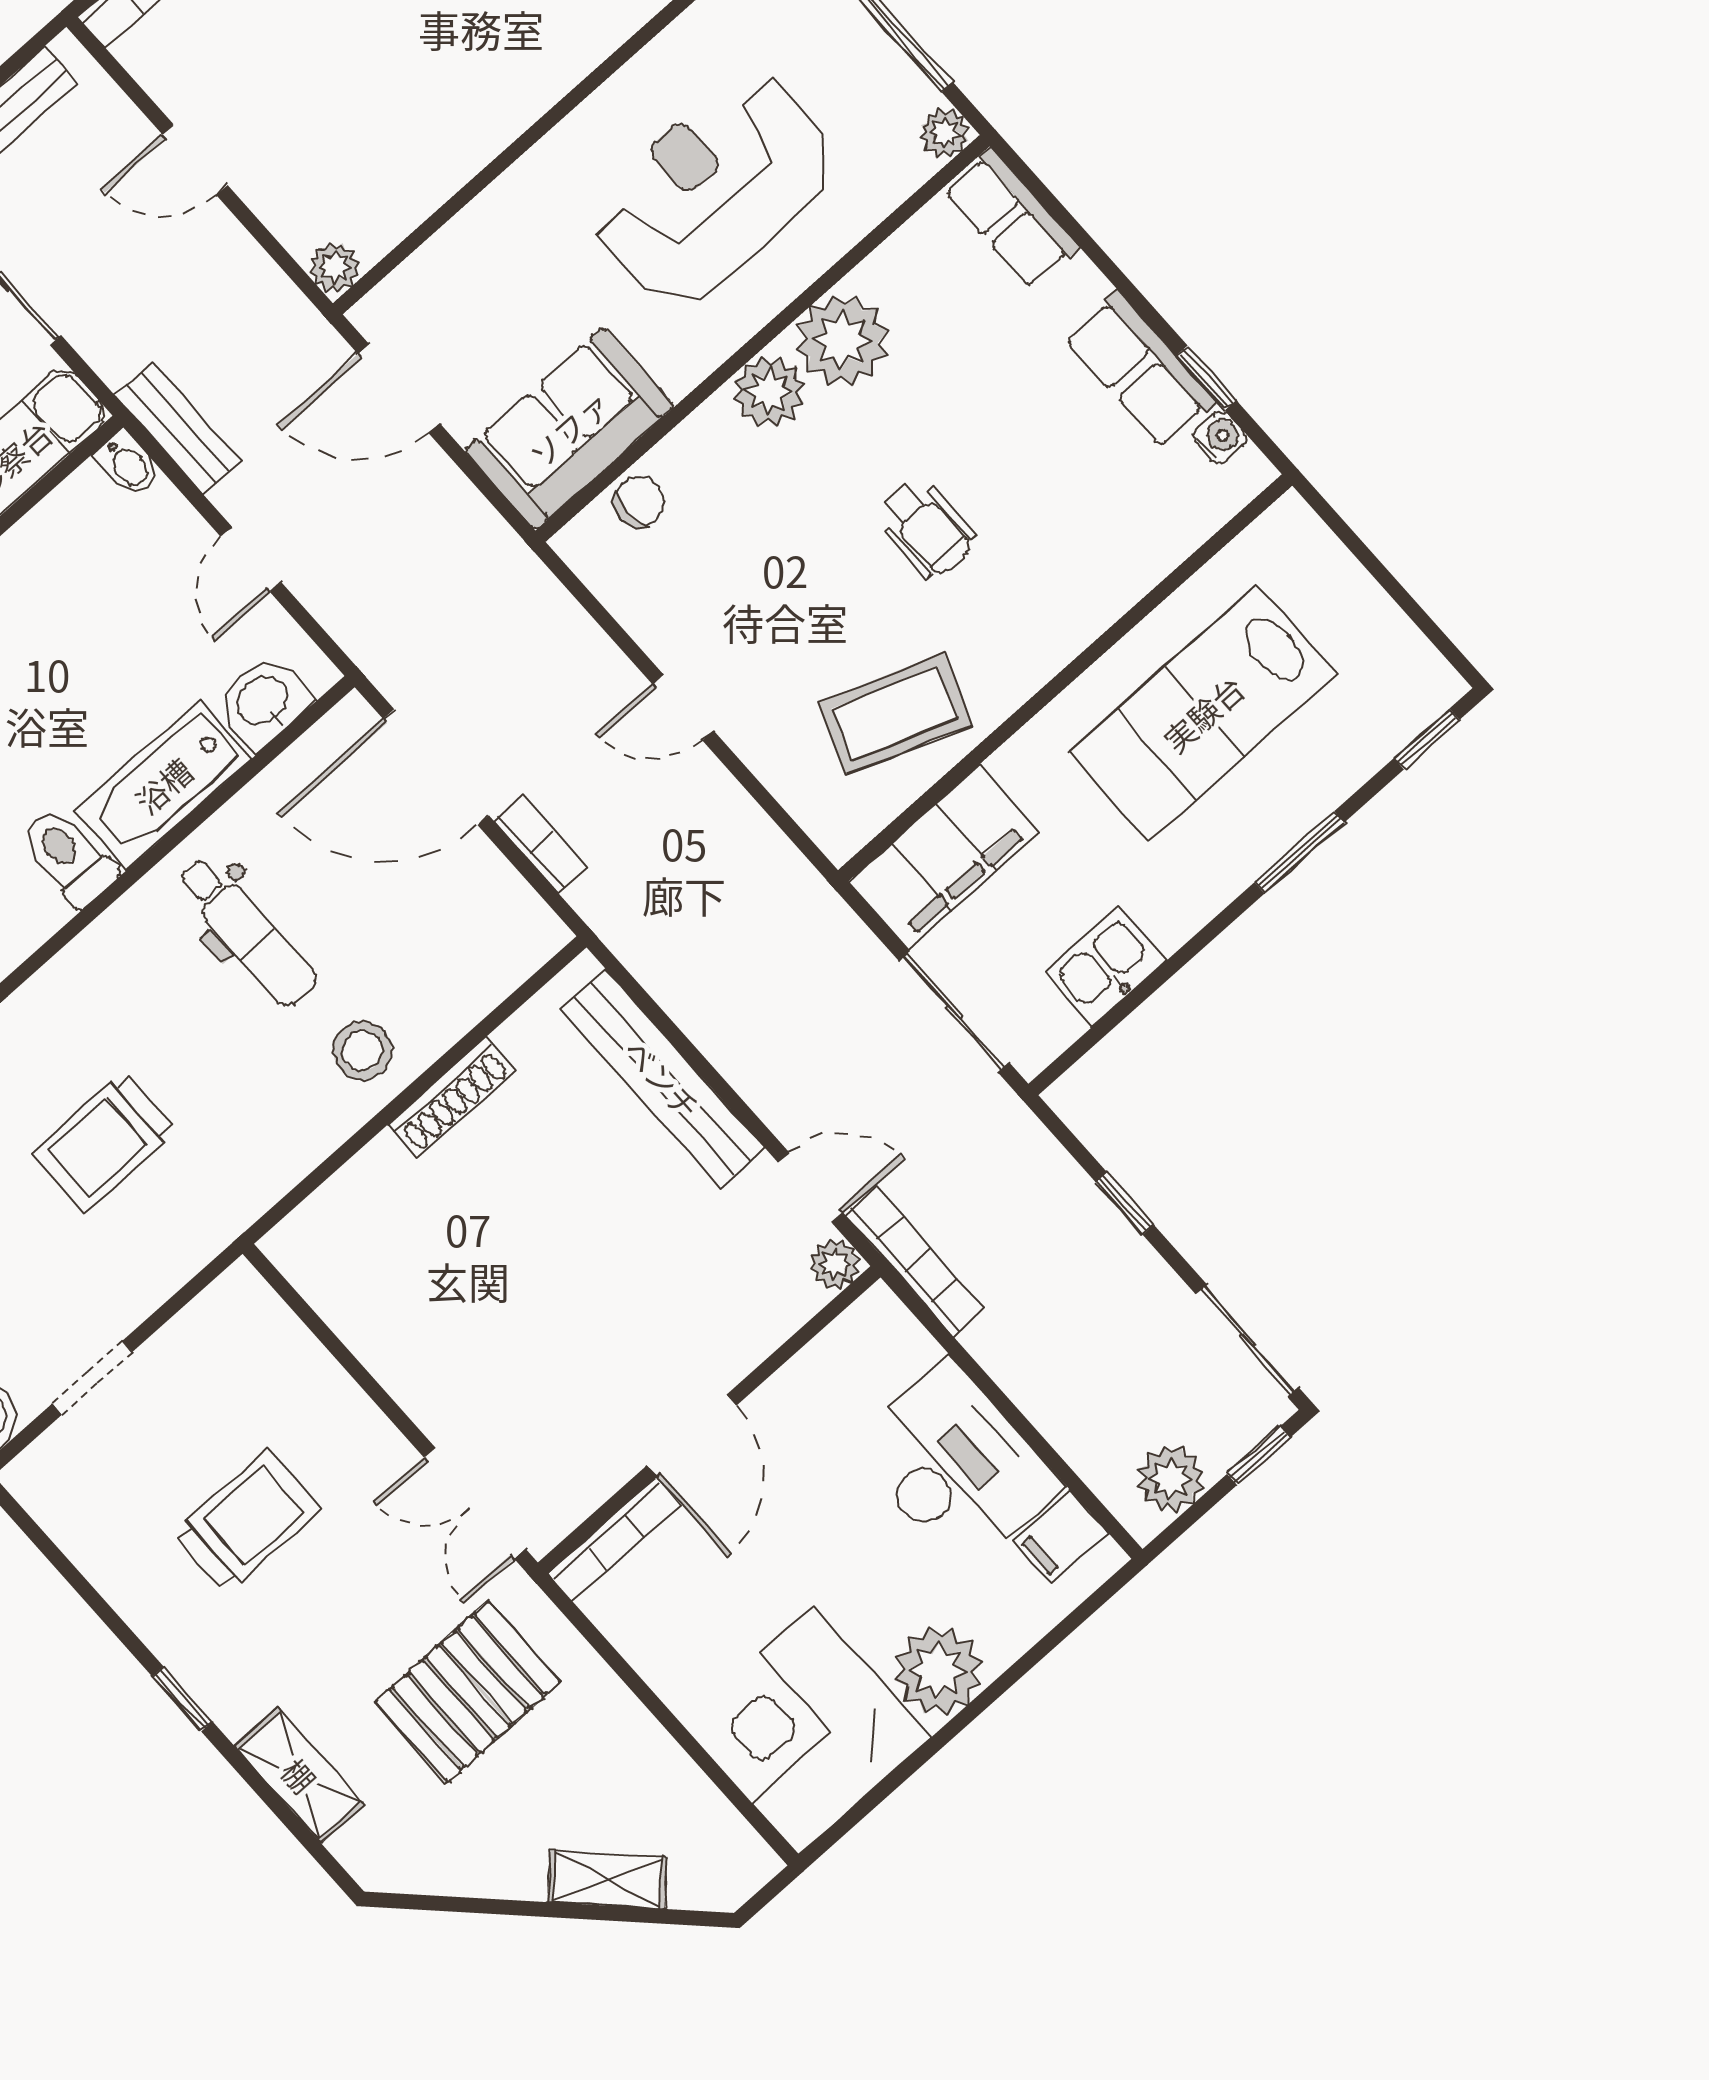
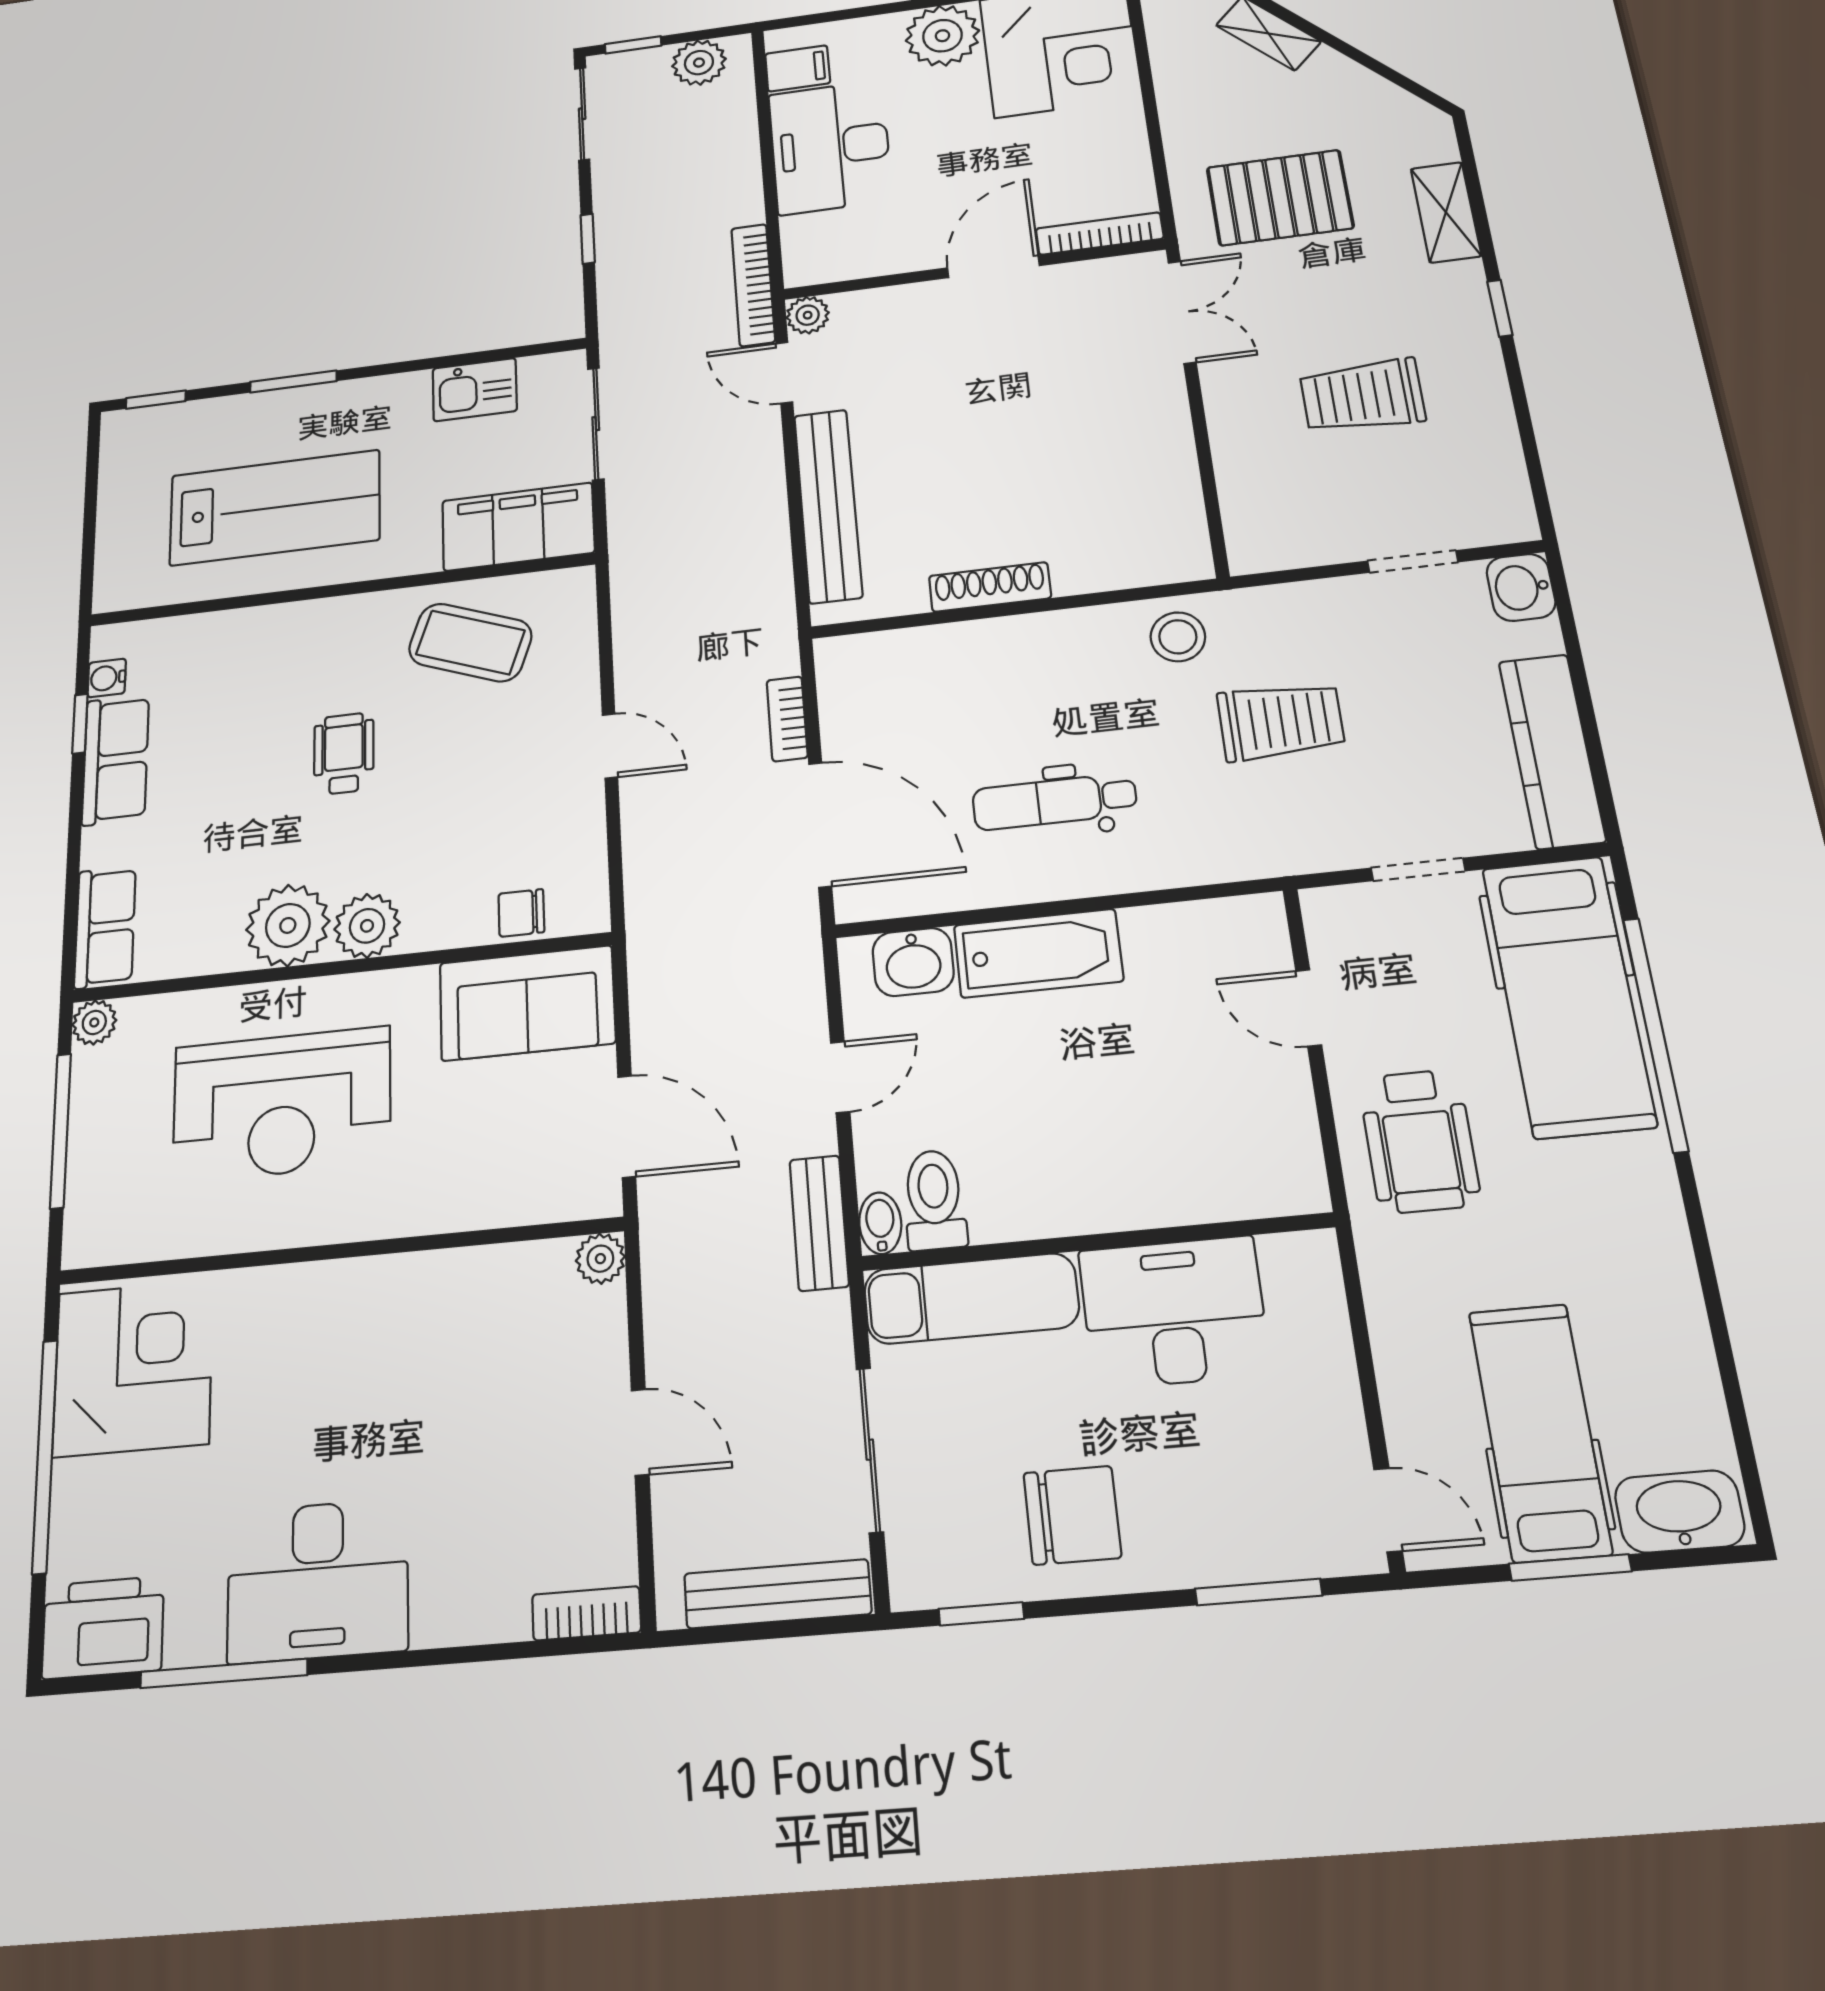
toilet: (68, 856) -> (934, 1200), moved, turned 180
dental chair: (247, 931) -> (1054, 802), turned -90
stool: (363, 1051) -> (1178, 637), moved

